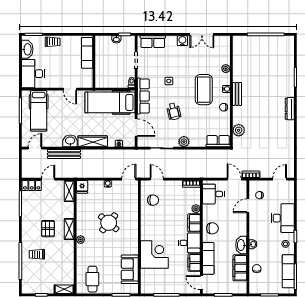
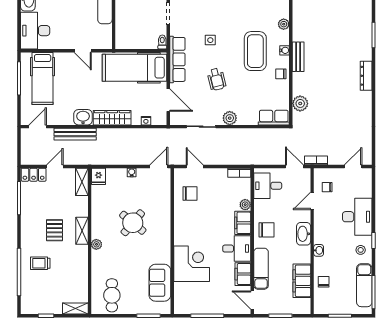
washbasin: (241, 245) -> (304, 234), moved

